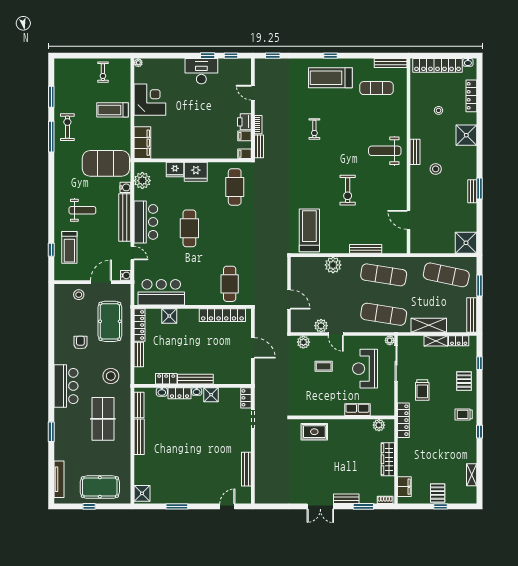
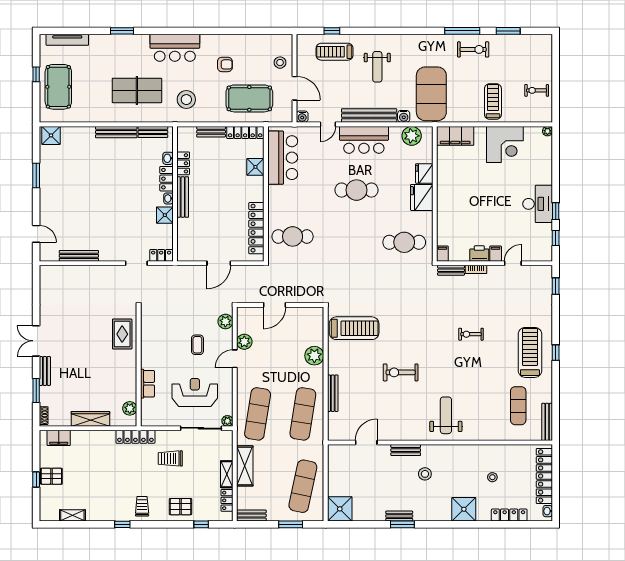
filing cabinet: (245, 136) -> (496, 254), moved
bench: (415, 152) -> (406, 450), moved
bench: (472, 315) -> (251, 515), width x0.73

